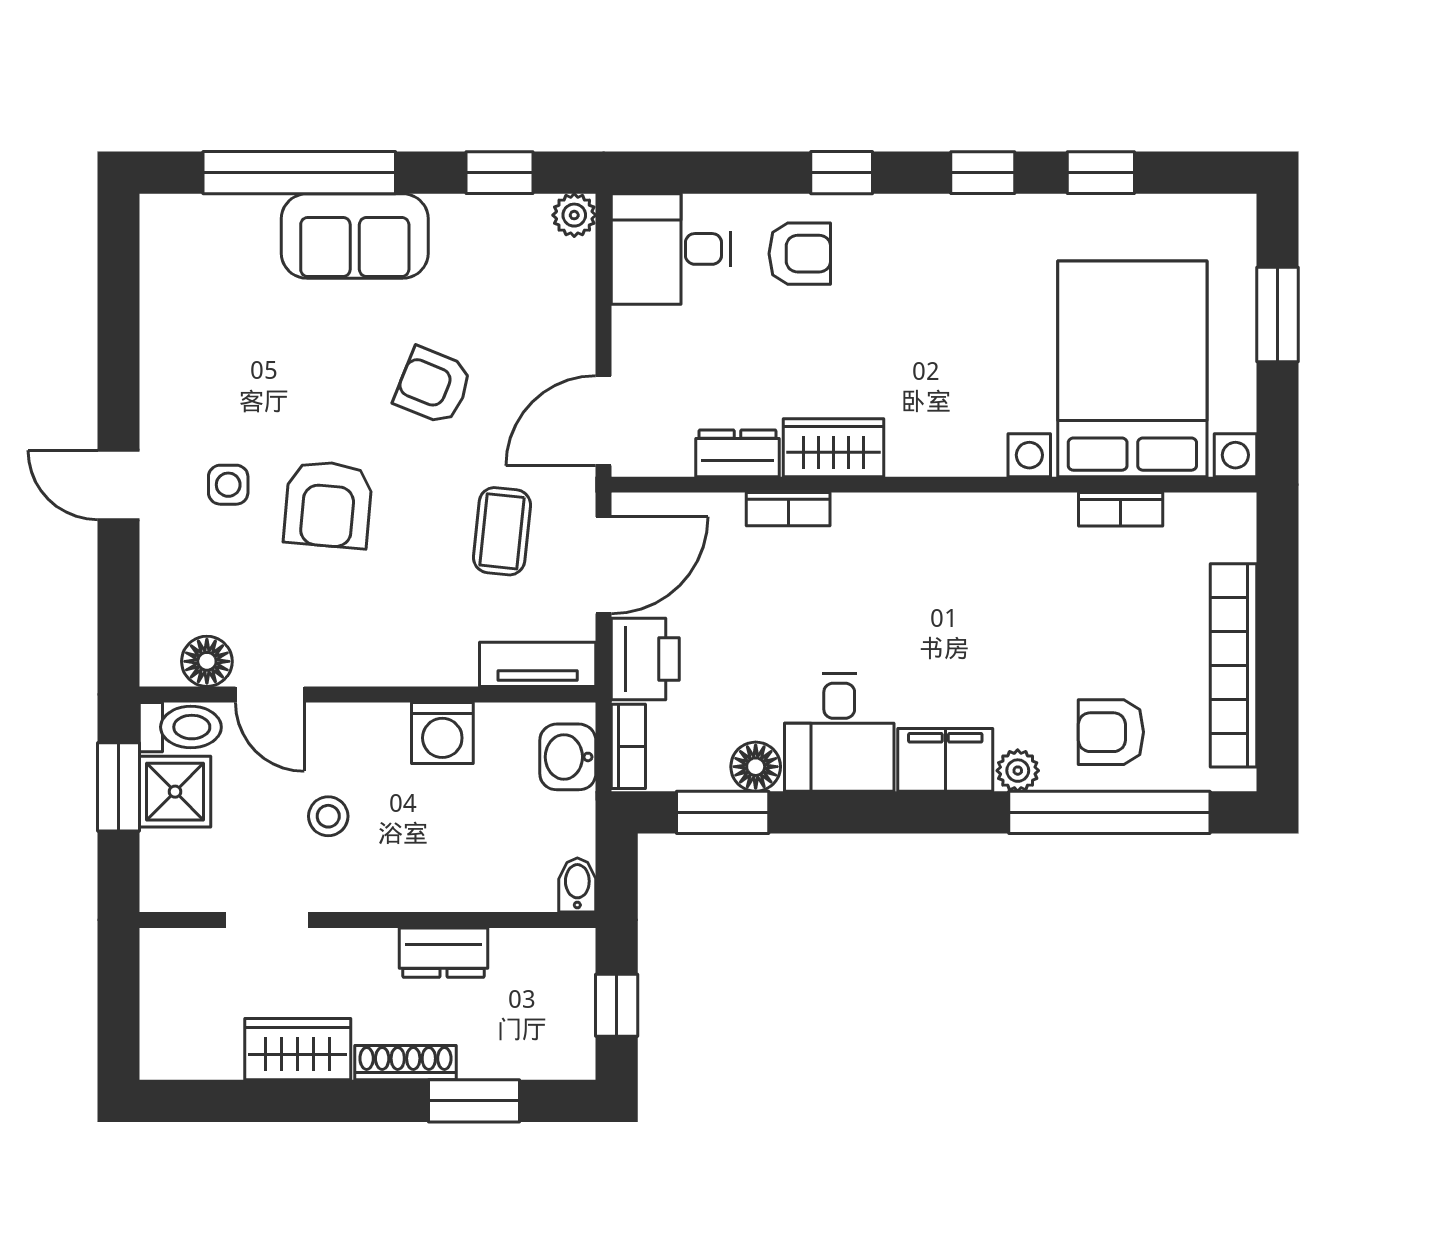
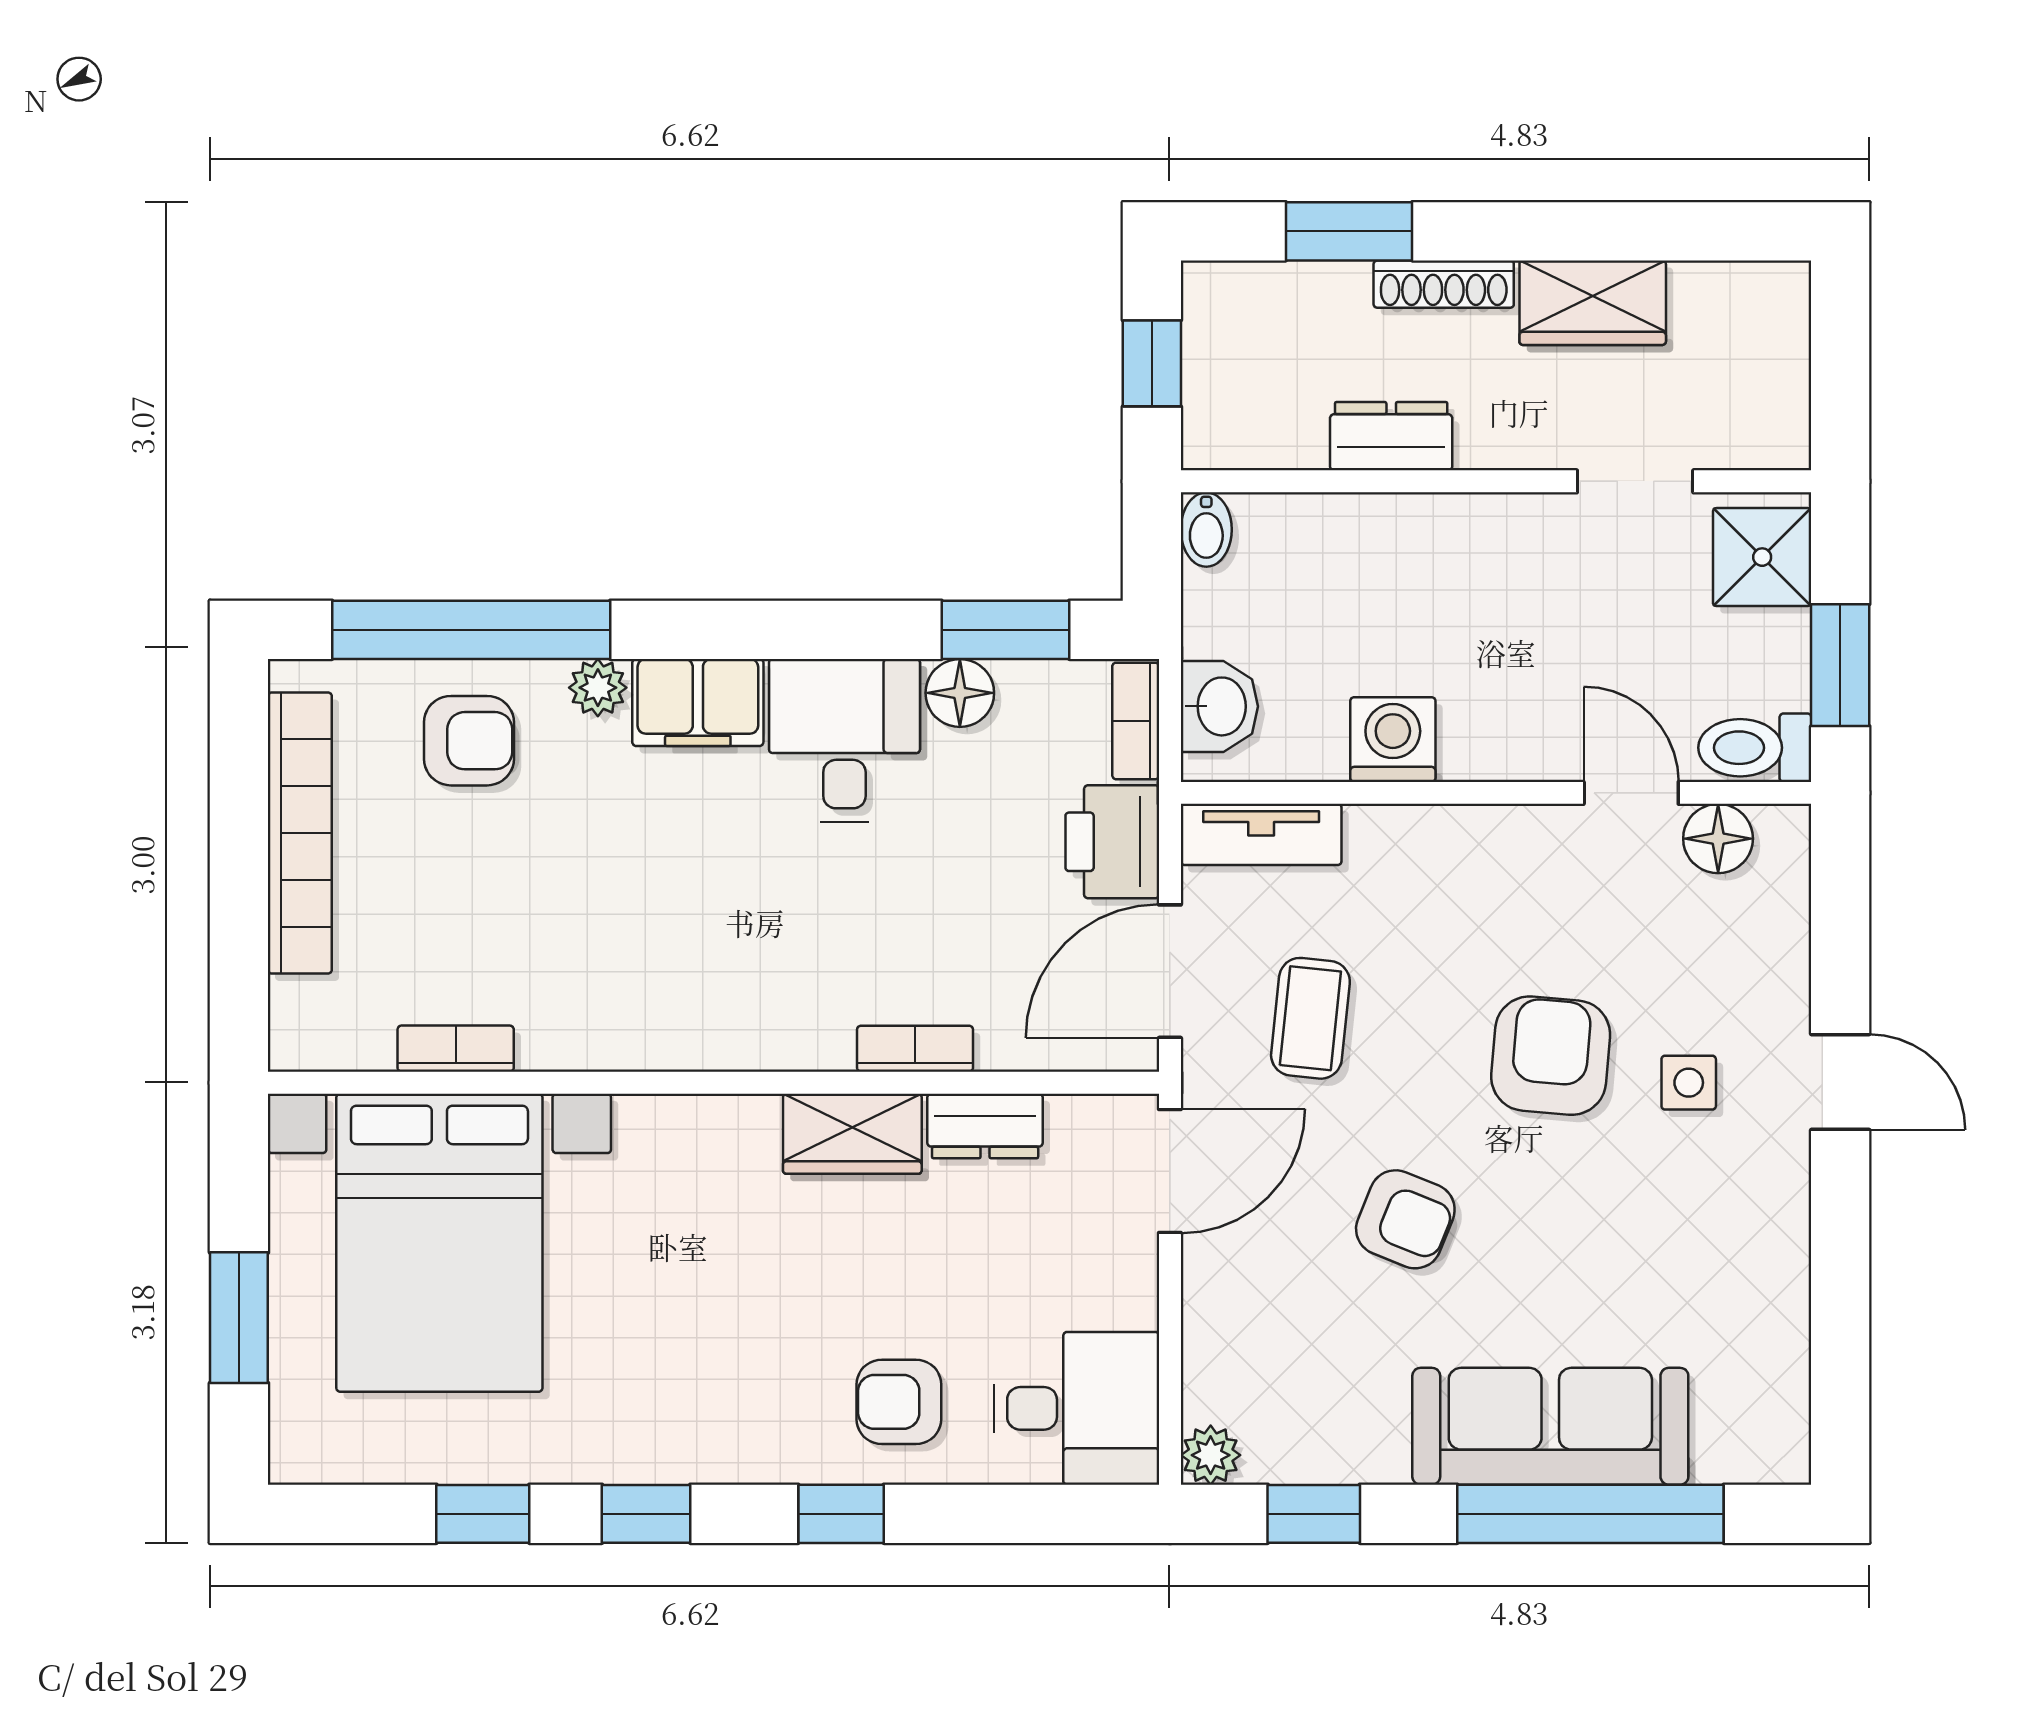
sofa: (355, 236) -> (1550, 1426), width x1.36
shower: (175, 792) -> (1762, 557), moved
stool: (328, 816) -> (1550, 625), removed

